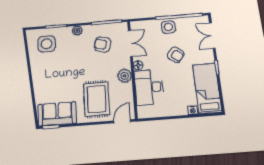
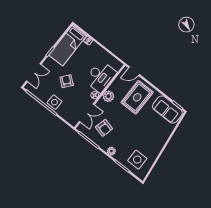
double door: (130, 43) -> (87, 113), swing flipped

